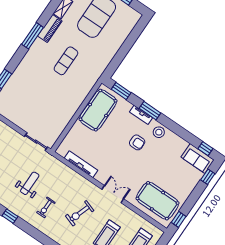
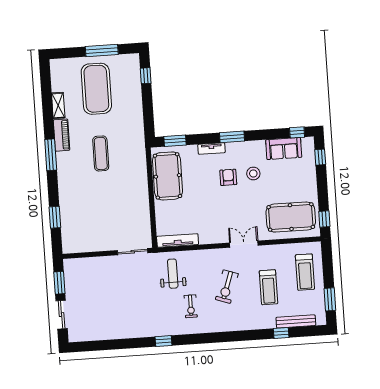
window: (136, 33) -> (146, 76), added
window: (150, 111) -> (232, 137), moved
stool: (159, 132) -> (253, 174), moved
armchair: (137, 142) -> (228, 177), turned -90
sofa: (198, 159) -> (284, 149), moved
tv unit: (81, 164) -> (178, 240), moved
weight bench: (30, 183) -> (173, 274), moved

